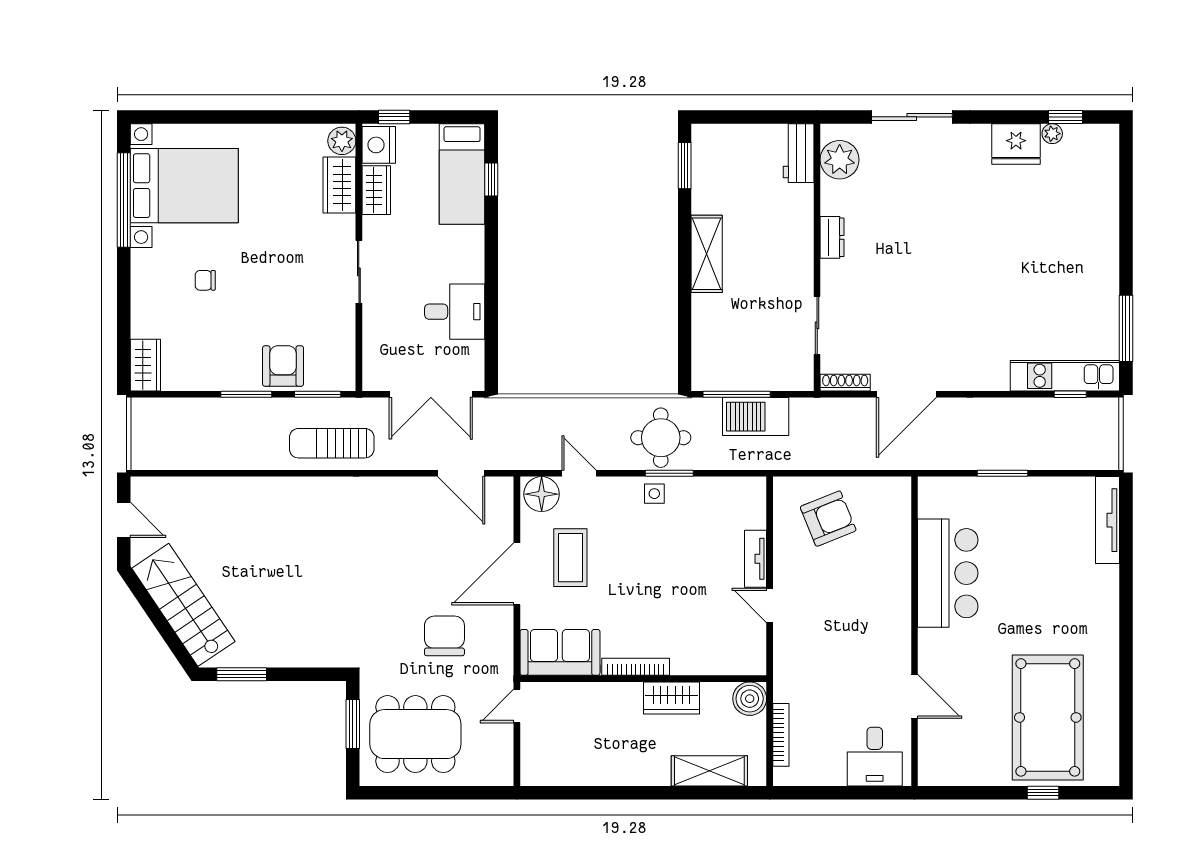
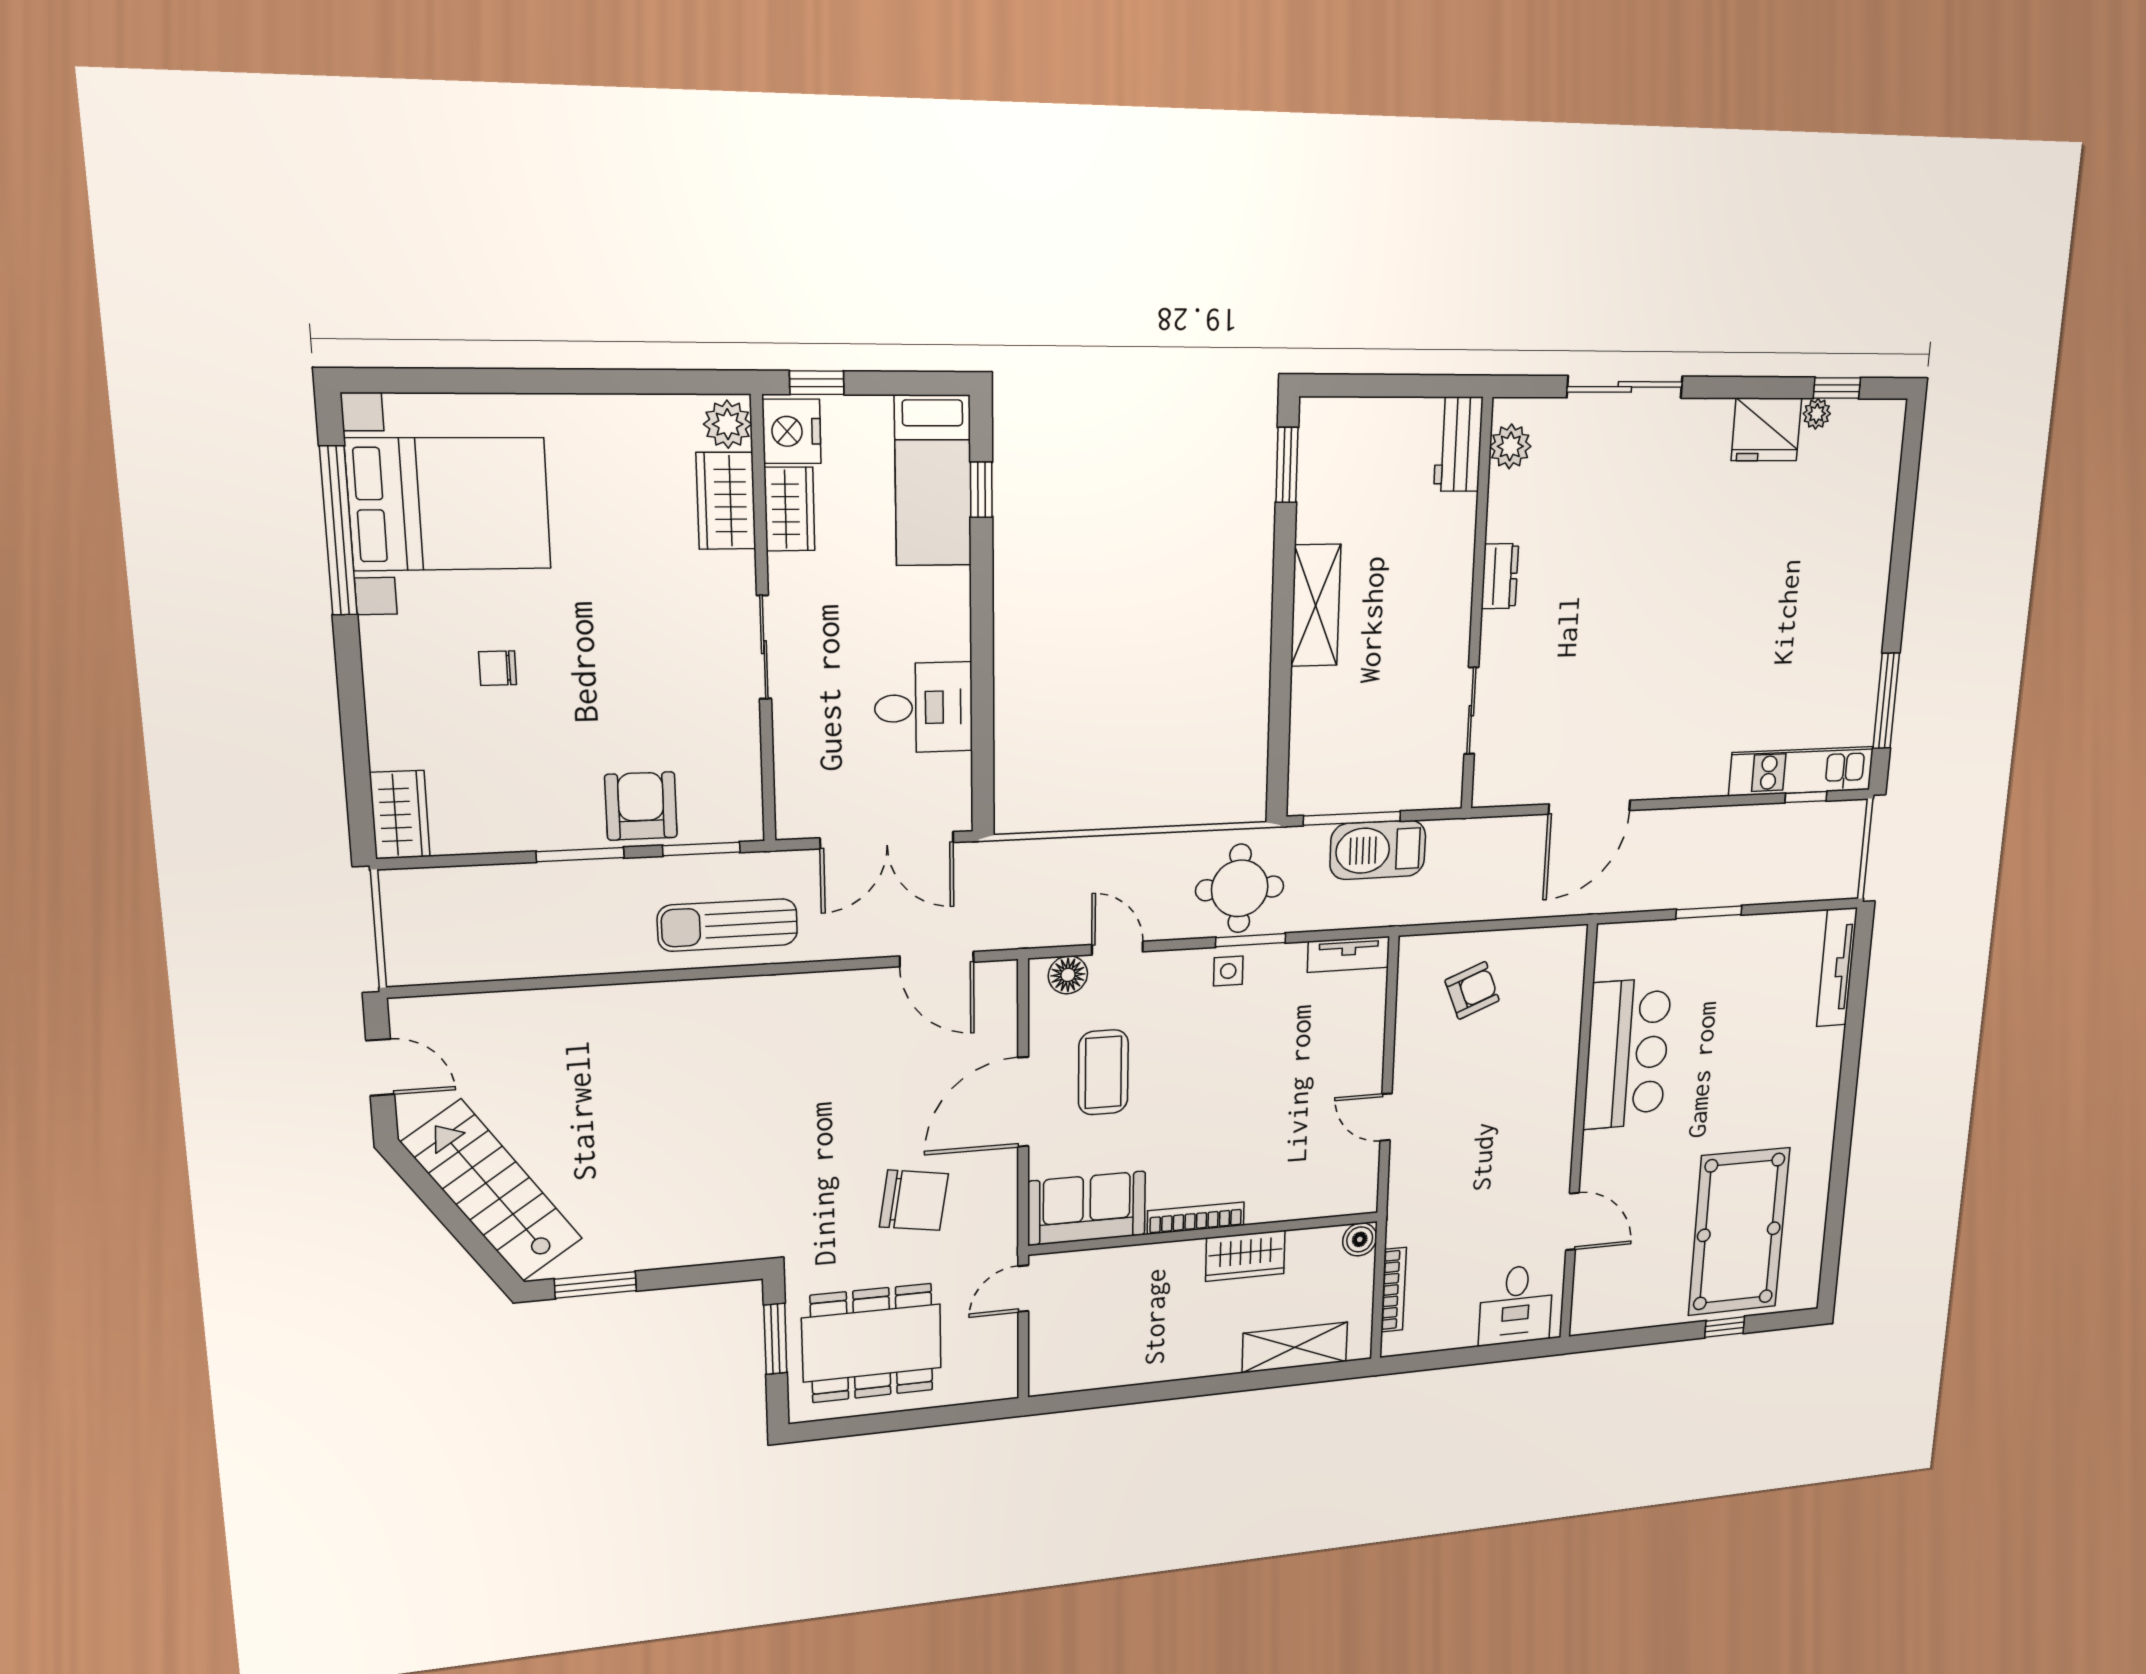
plant: (840, 160) -> (1510, 446), width x0.73, depth x0.73
shoe rack: (845, 383) -> (1506, 794), removed
floor lamp: (542, 494) -> (1068, 975), width x0.73, depth x0.73
armchair: (828, 519) -> (1472, 990), width x0.72, depth x0.72
tv unit: (756, 559) -> (1349, 954), moved, turned -90
chair: (444, 636) -> (914, 1200), turned 99
boiler: (750, 699) -> (1360, 1239), width x0.73, depth x0.73

